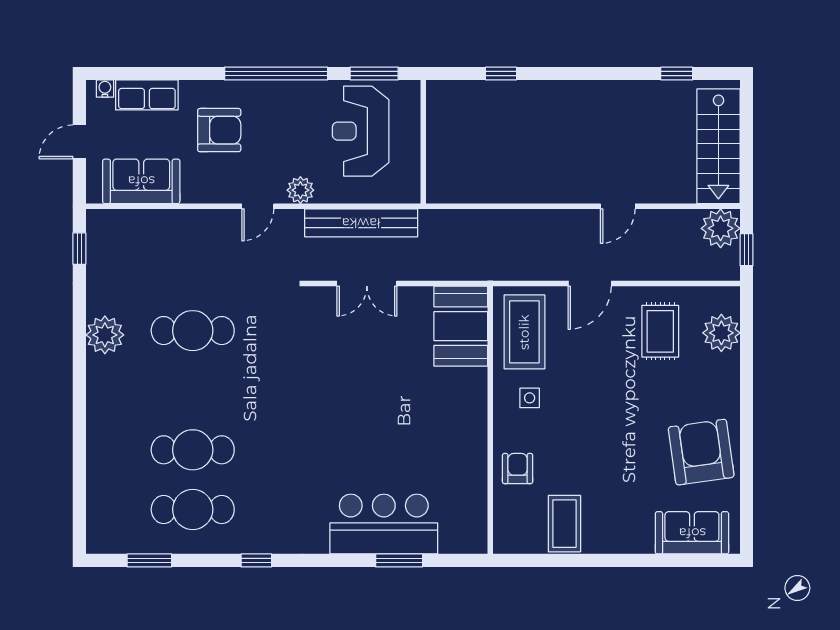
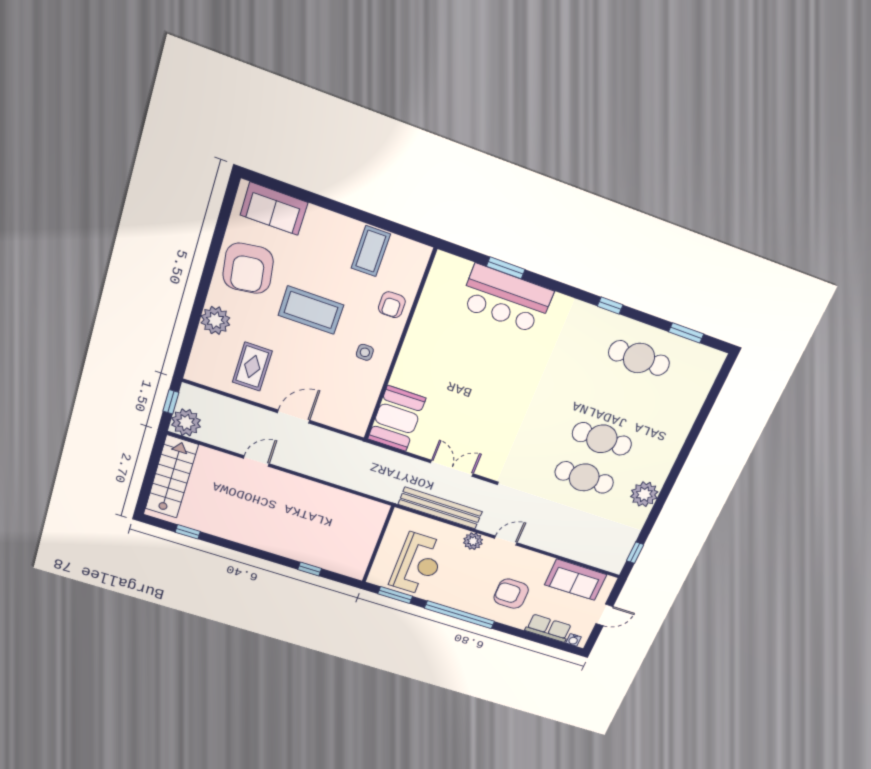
coffee table: (524, 332) -> (311, 310), moved, turned 90
plant: (721, 333) -> (215, 320), moved
cafe table: (193, 450) -> (602, 439), moved

